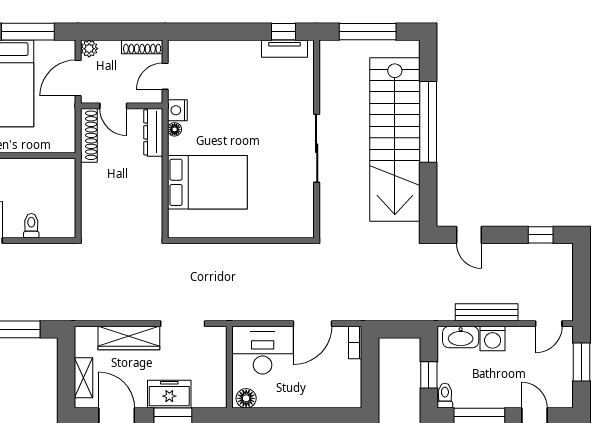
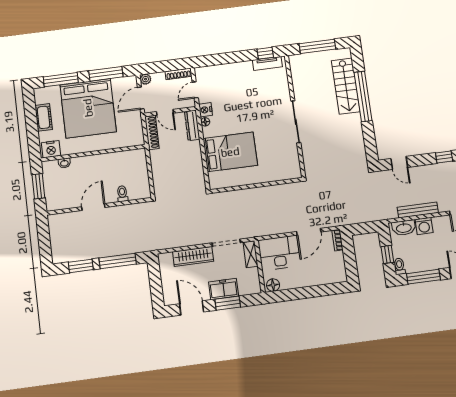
stairs: (395, 139) -> (346, 86), width x0.54, depth x0.66
shelving: (83, 378) -> (251, 254), moved

